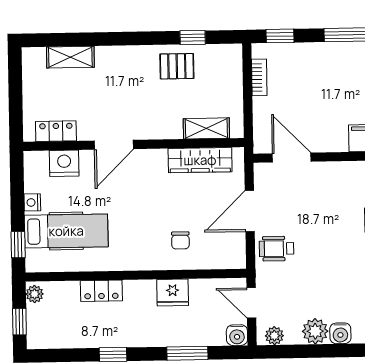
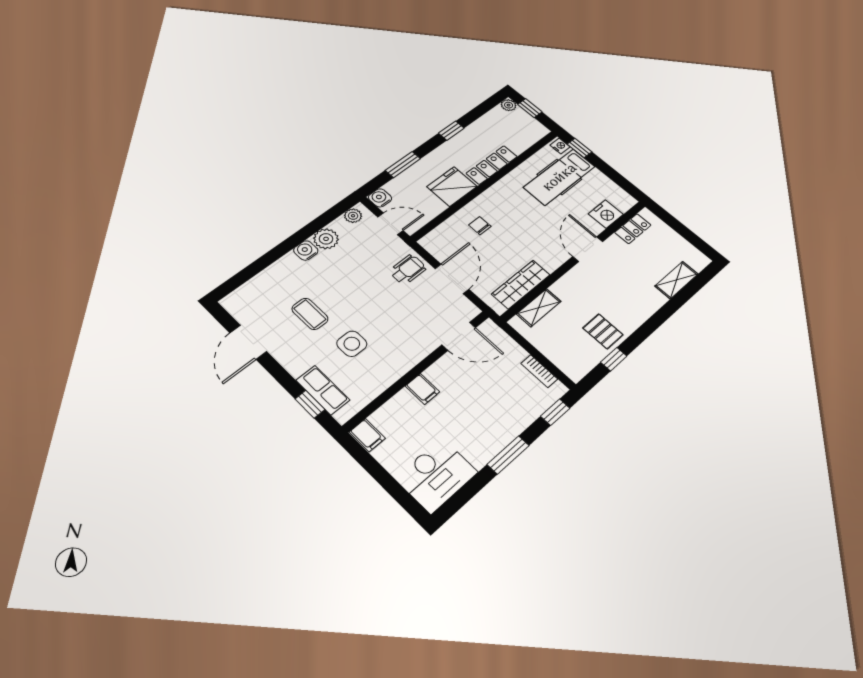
pallet: (177, 66) -> (603, 331), turned 90
nightstand: (32, 202) -> (560, 146), moved
locker: (101, 291) -> (492, 165), width x1.53
fridge: (173, 292) -> (452, 187), width x1.36, depth x1.34
plant: (35, 294) -> (509, 105), moved

